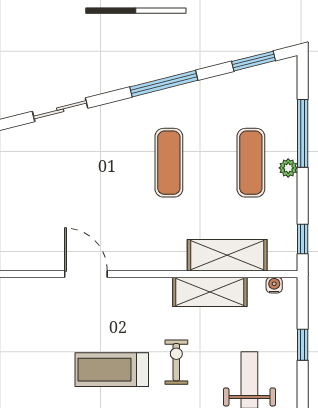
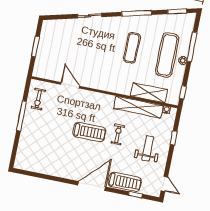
exercise mat: (251, 163) -> (167, 55), width x1.36, depth x1.45
door: (86, 274) -> (70, 85), moved
shelving: (210, 292) -> (138, 107), width x1.47
treadmill: (112, 370) -> (89, 132), turned 180

